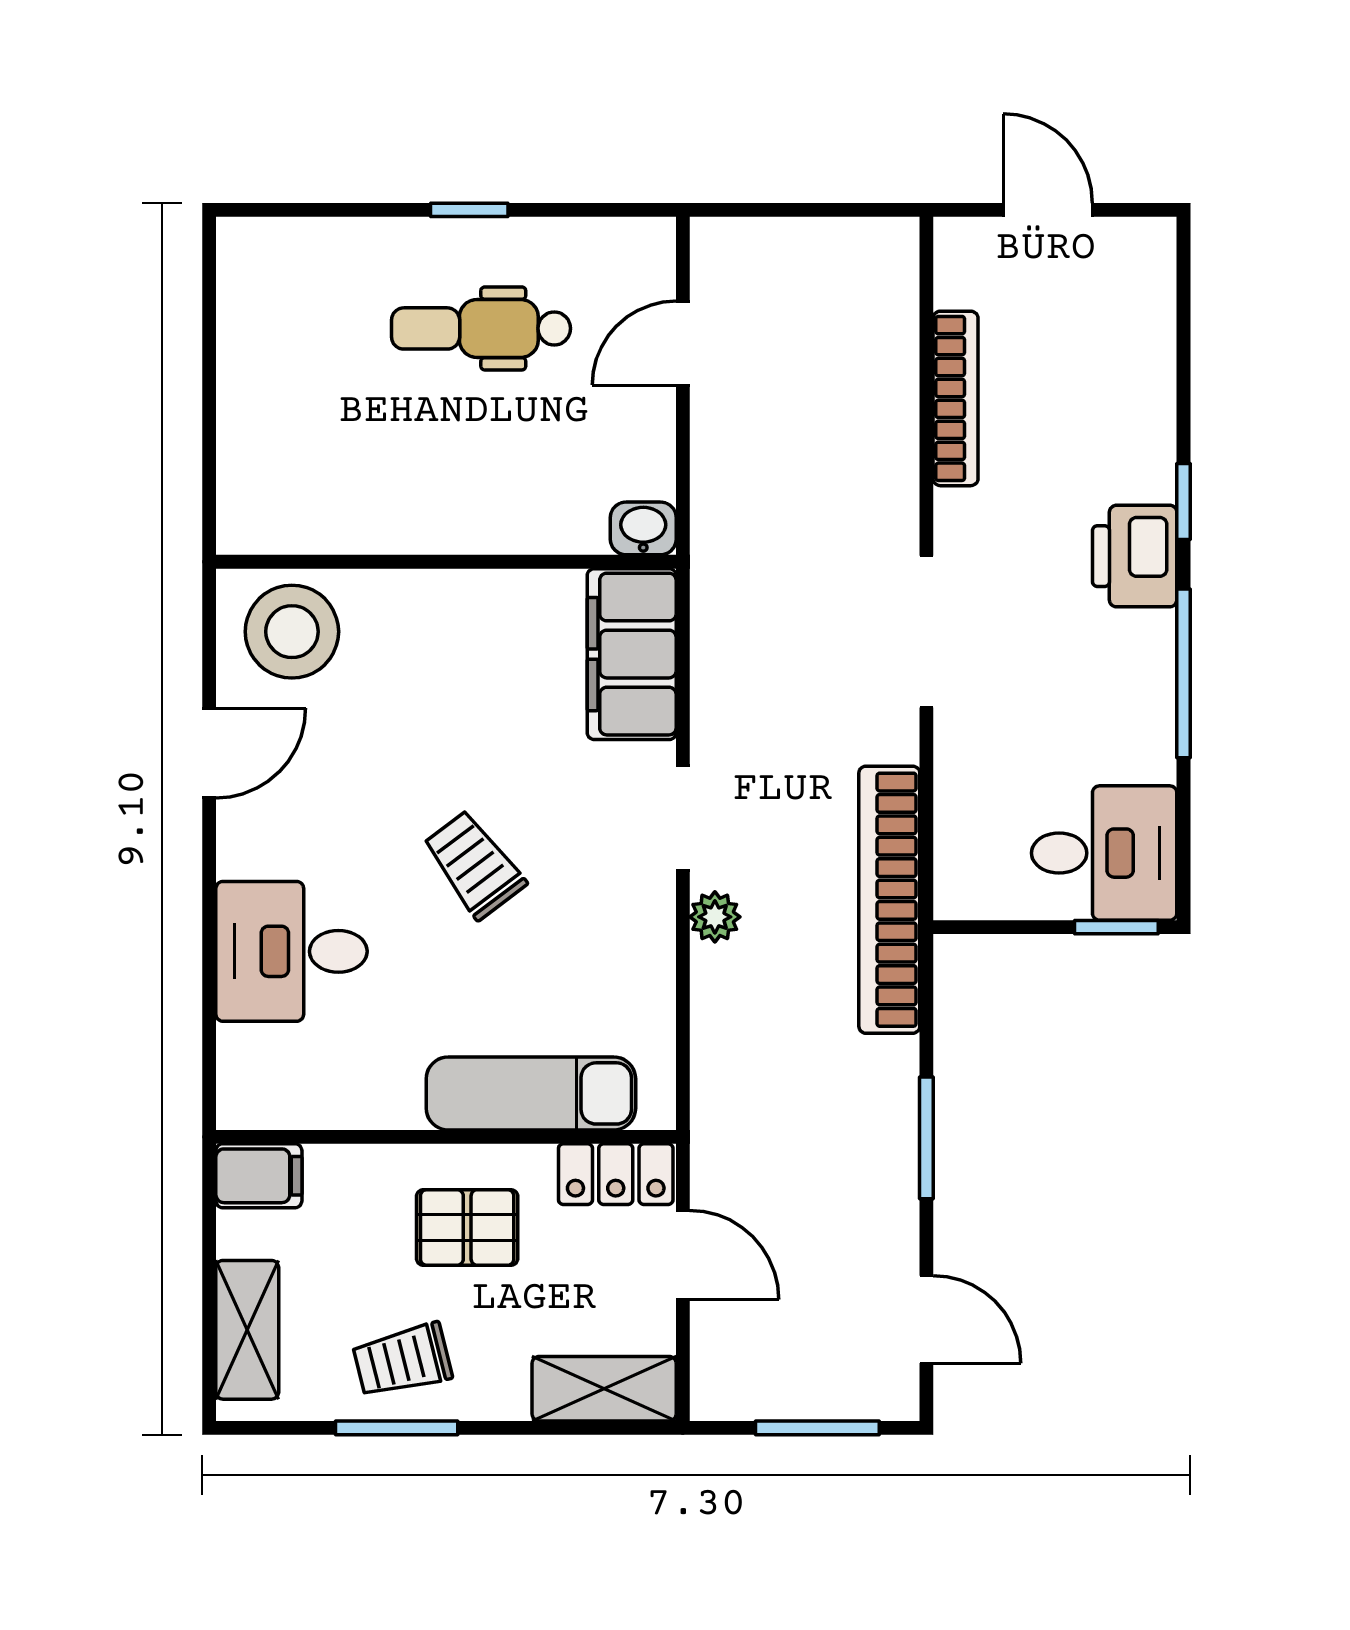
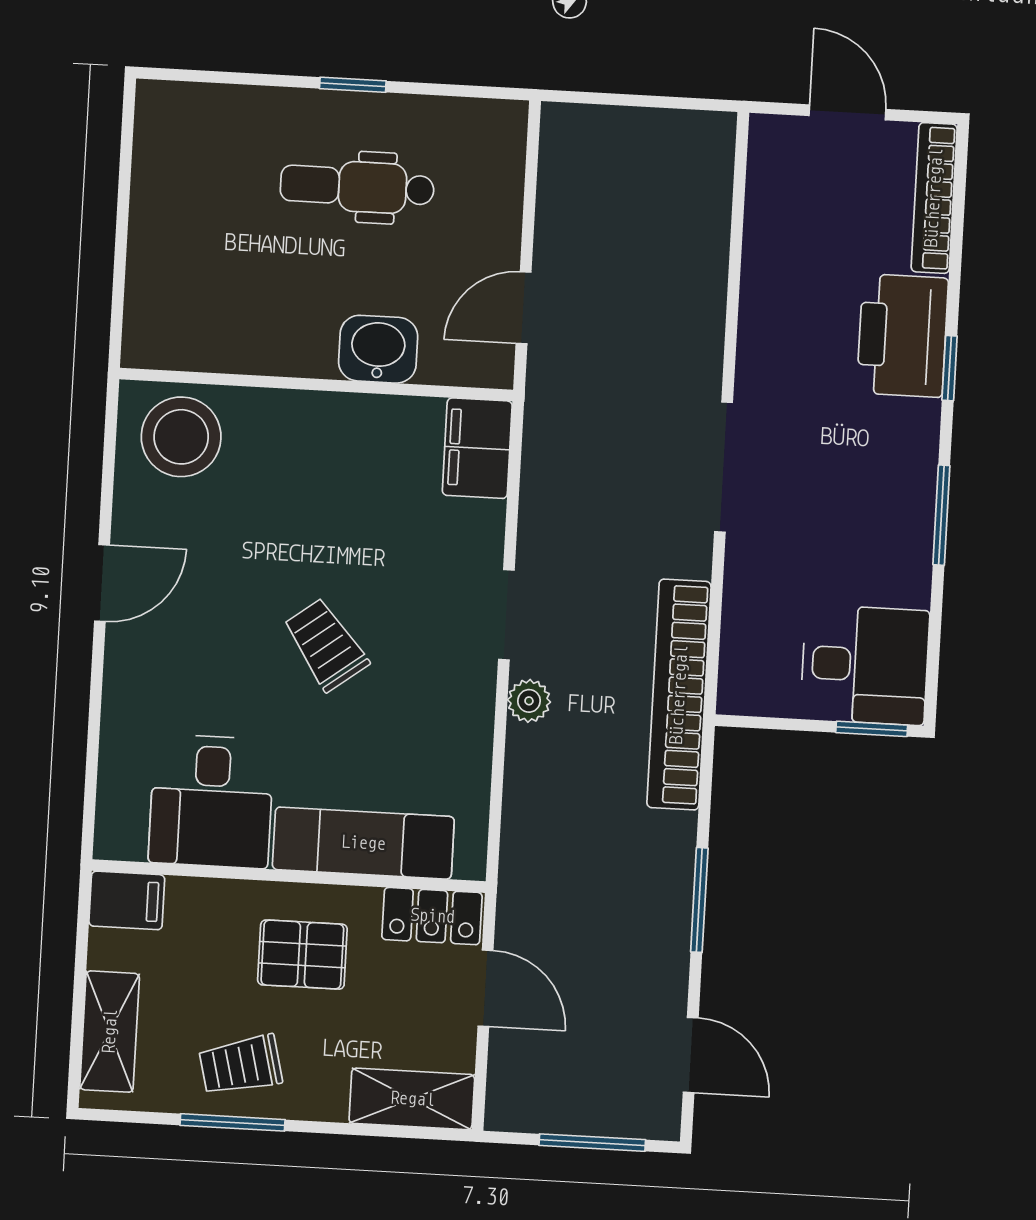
door: (683, 343) -> (524, 308), moved
bookcase: (956, 398) -> (934, 198), moved, turned 180
washbasin: (643, 528) -> (378, 349), moved, width x1.38, depth x1.45
printer: (1135, 556) -> (902, 336), moved, width x1.37, depth x1.19
filing cabinet: (632, 654) -> (477, 448), width x0.67, depth x0.86
window: (1184, 673) -> (941, 515), width x0.69
door: (209, 753) -> (102, 583), moved
desk: (291, 951) -> (211, 801), moved, turned -90

